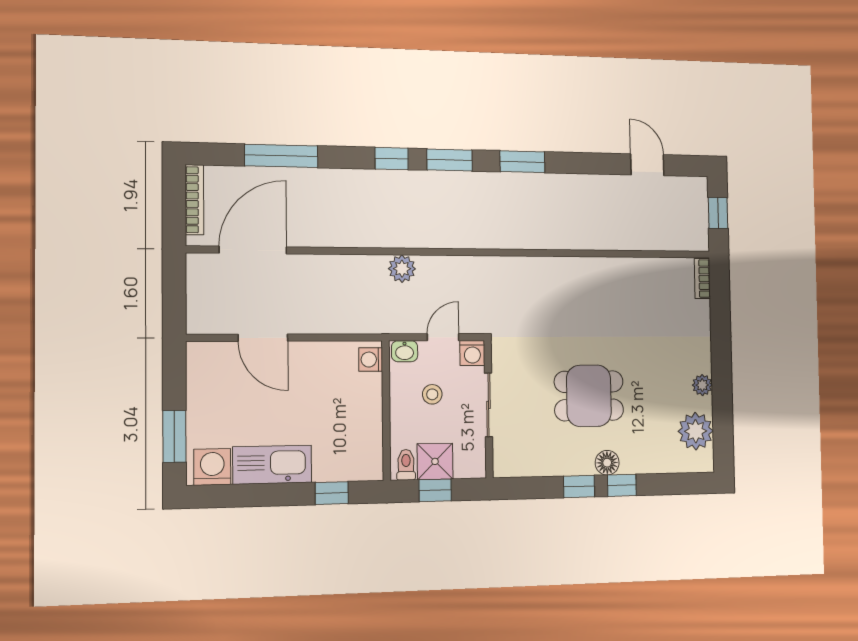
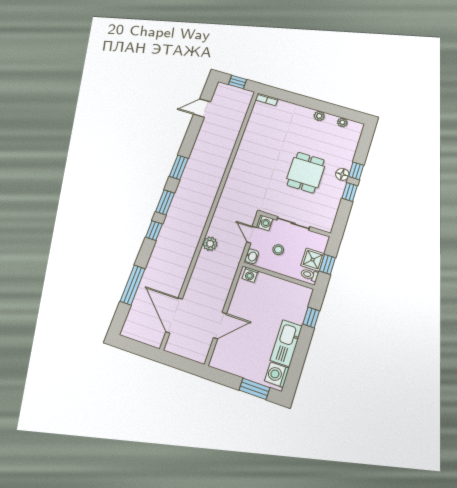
bookcase: (194, 200) -> (138, 336), removed
plant: (696, 431) -> (342, 122), width x0.53, depth x0.53

